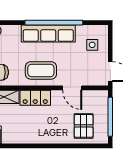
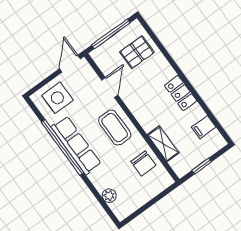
side table: (92, 45) -> (57, 98), width x1.87, depth x1.87
locker: (35, 98) -> (181, 93), moved, turned 180

